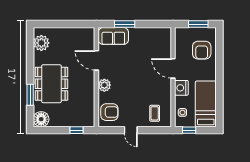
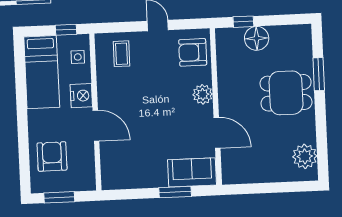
dining table: (51, 84) -> (286, 93), width x0.73
floor lamp: (41, 119) -> (257, 38), moved

